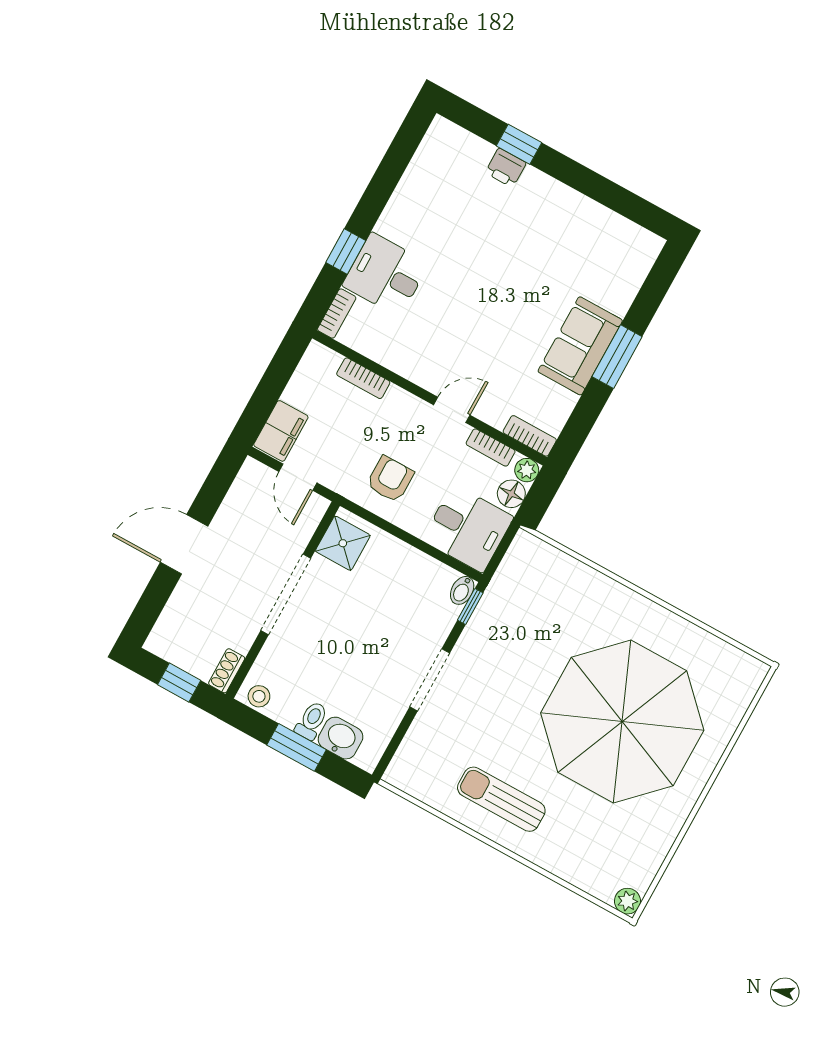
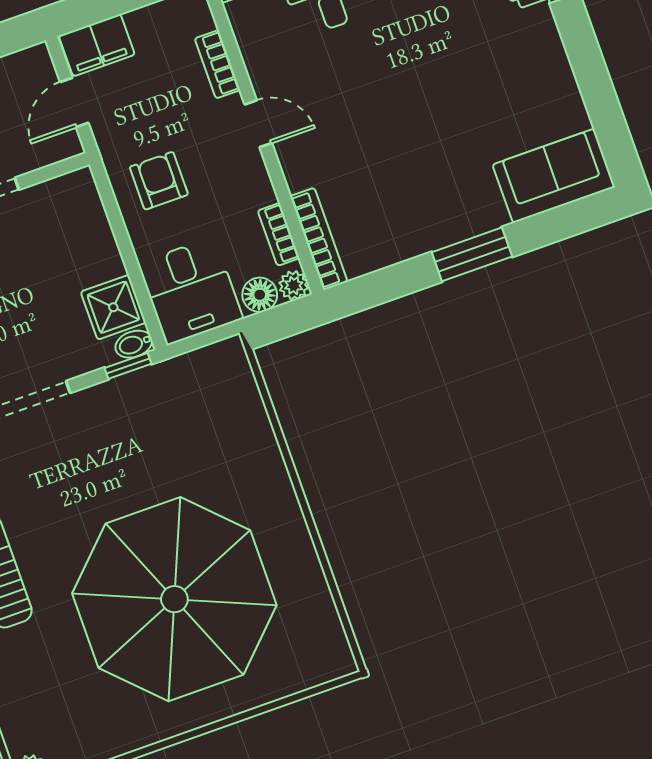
sofa: (580, 346) -> (554, 176), moved
door: (452, 410) -> (258, 124), moved
bookcase: (530, 436) -> (319, 239), width x1.56
armchair: (390, 479) -> (159, 181), turned -90
shower: (343, 543) -> (113, 307), moved

